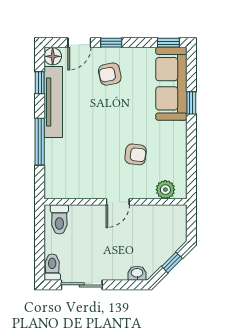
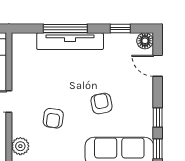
window: (111, 43) -> (158, 117), moved
armchair: (110, 74) -> (102, 103), moved
tv unit: (53, 102) -> (70, 41), moved

